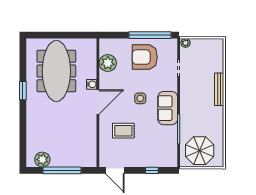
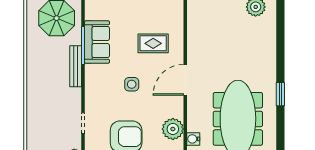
water cooler: (92, 84) -> (193, 139), moved
bench: (219, 89) -> (76, 66), moved
sofa: (168, 108) -> (97, 42), moved

